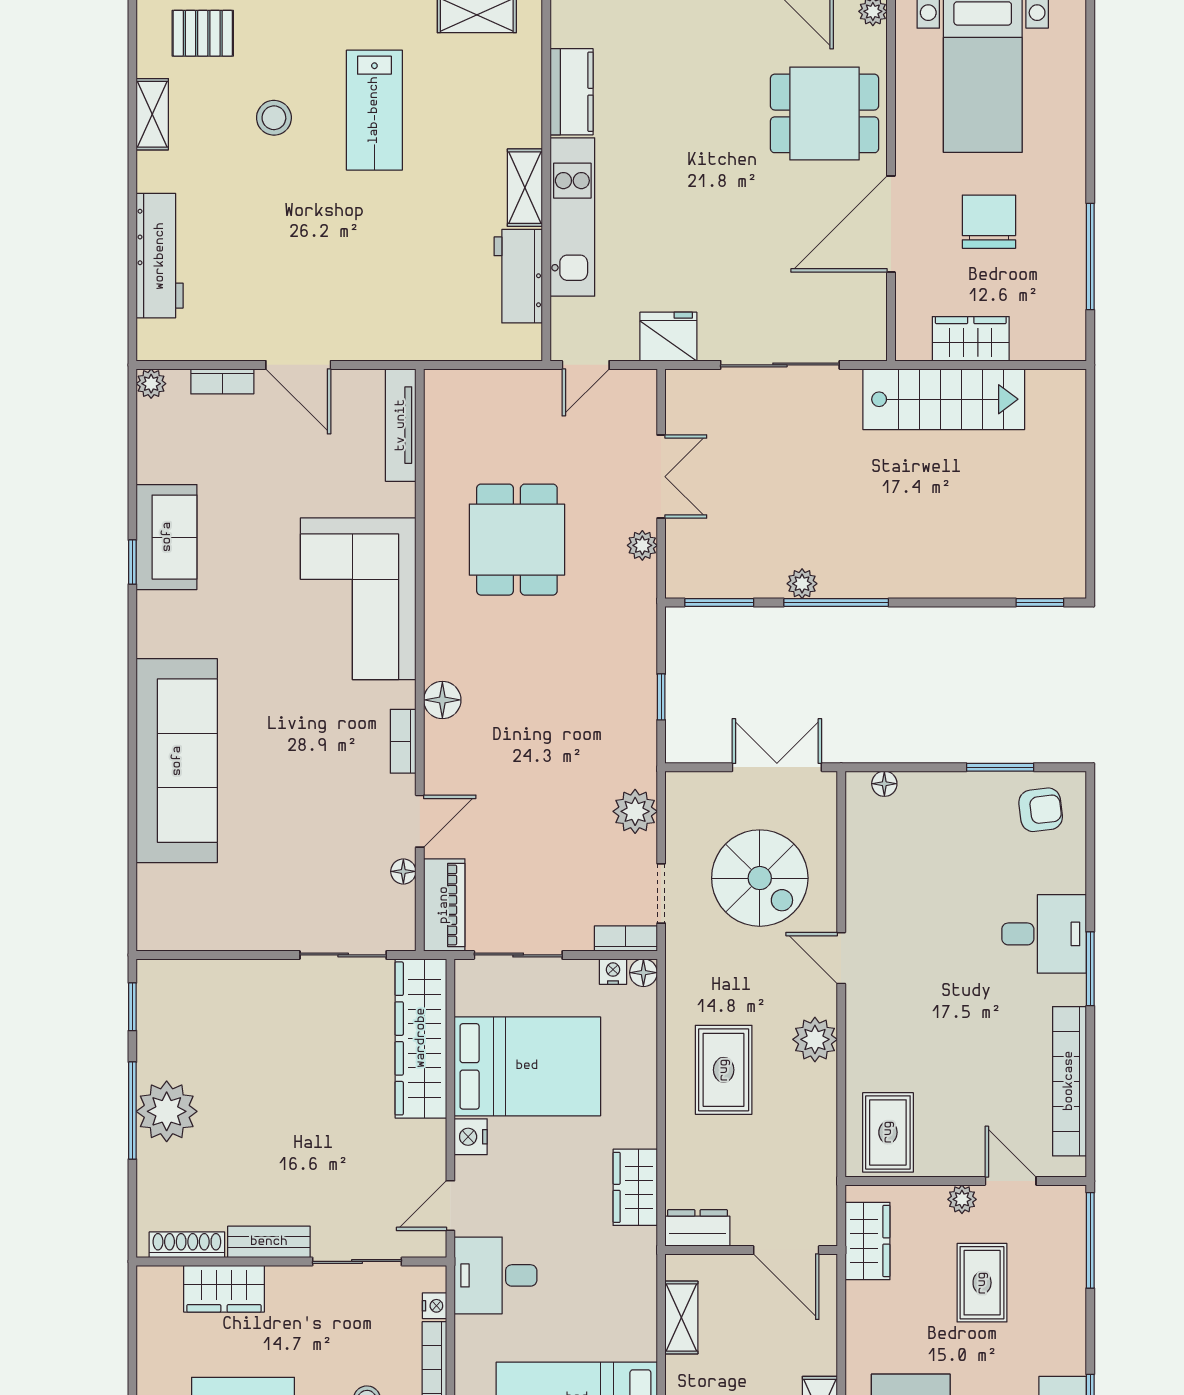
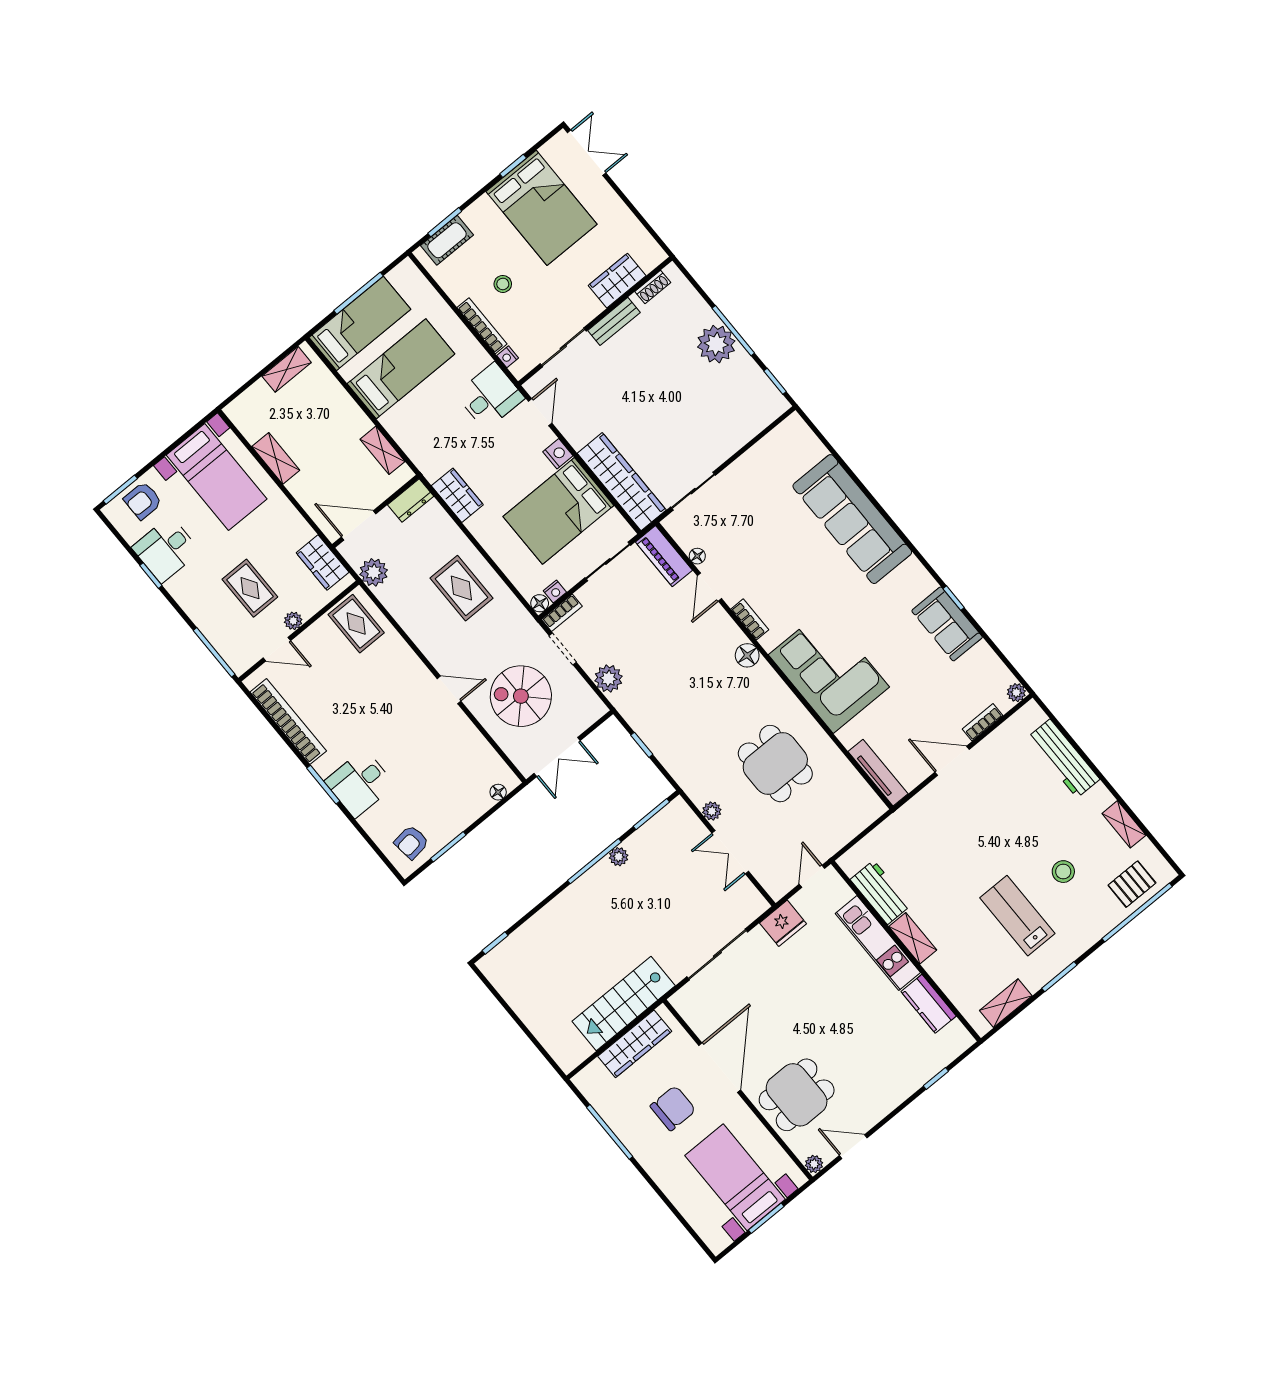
chair: (989, 222) -> (673, 1108), turned -90
wardrobe: (971, 339) -> (635, 1044), width x1.50
plant: (815, 1039) -> (374, 572), moved
shoe rack: (187, 1245) -> (653, 287), width x0.70

